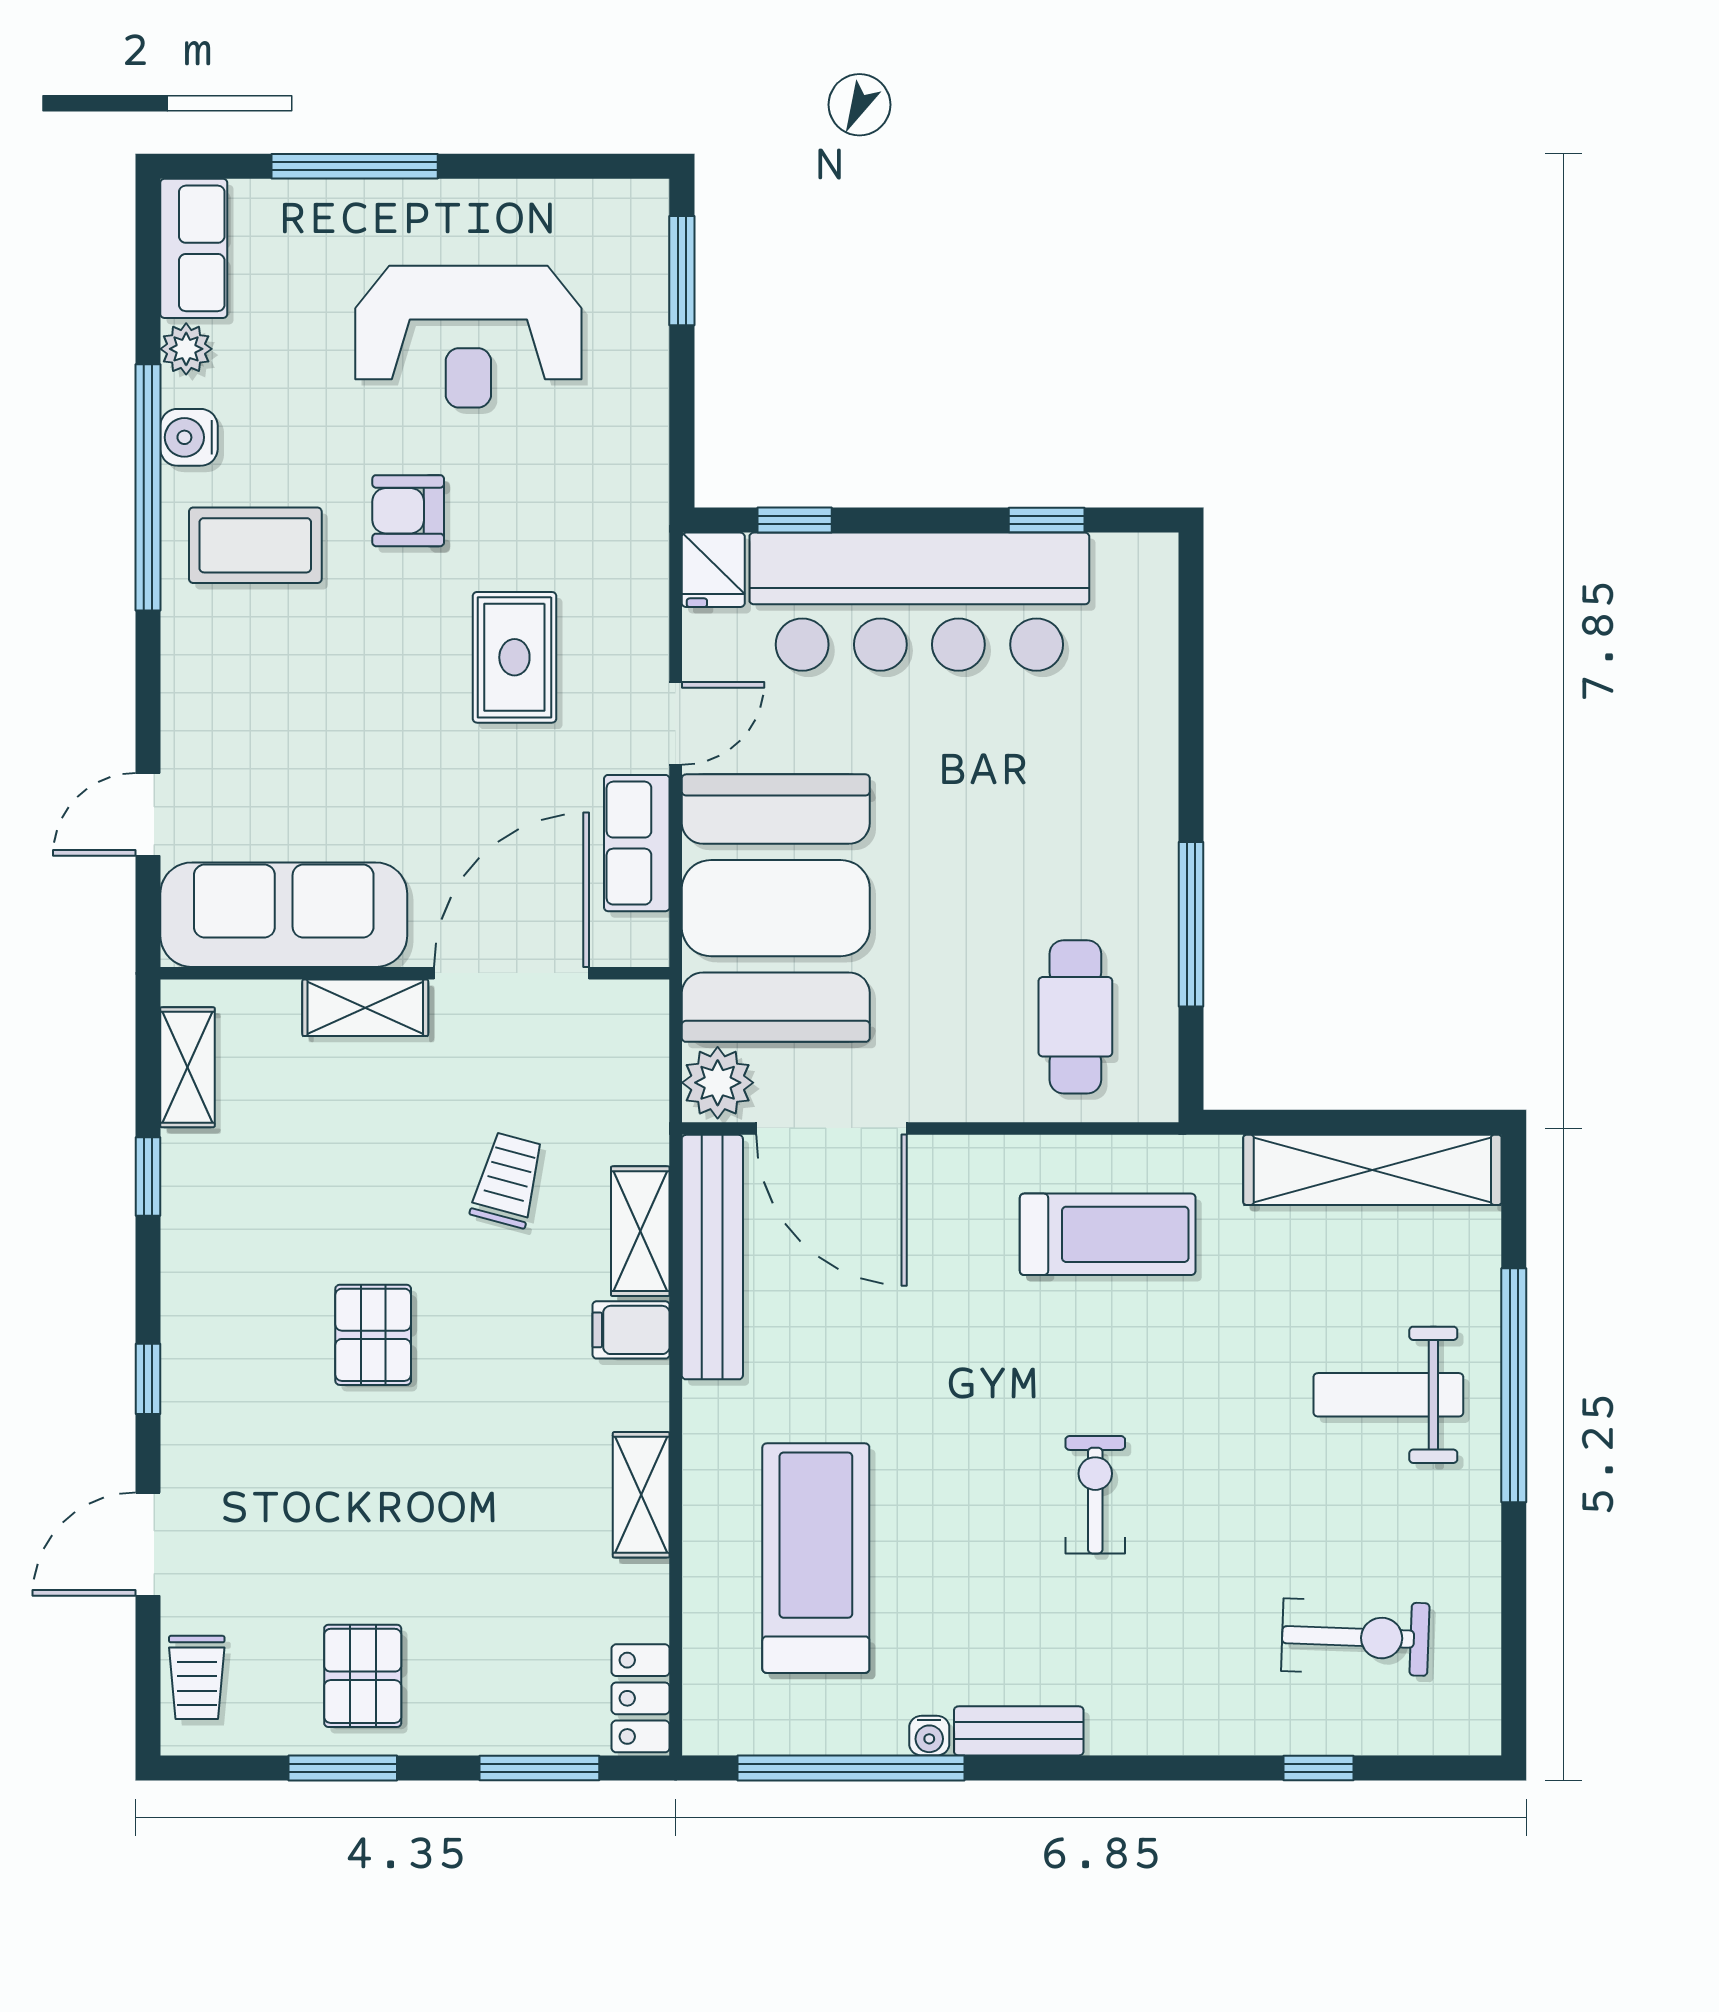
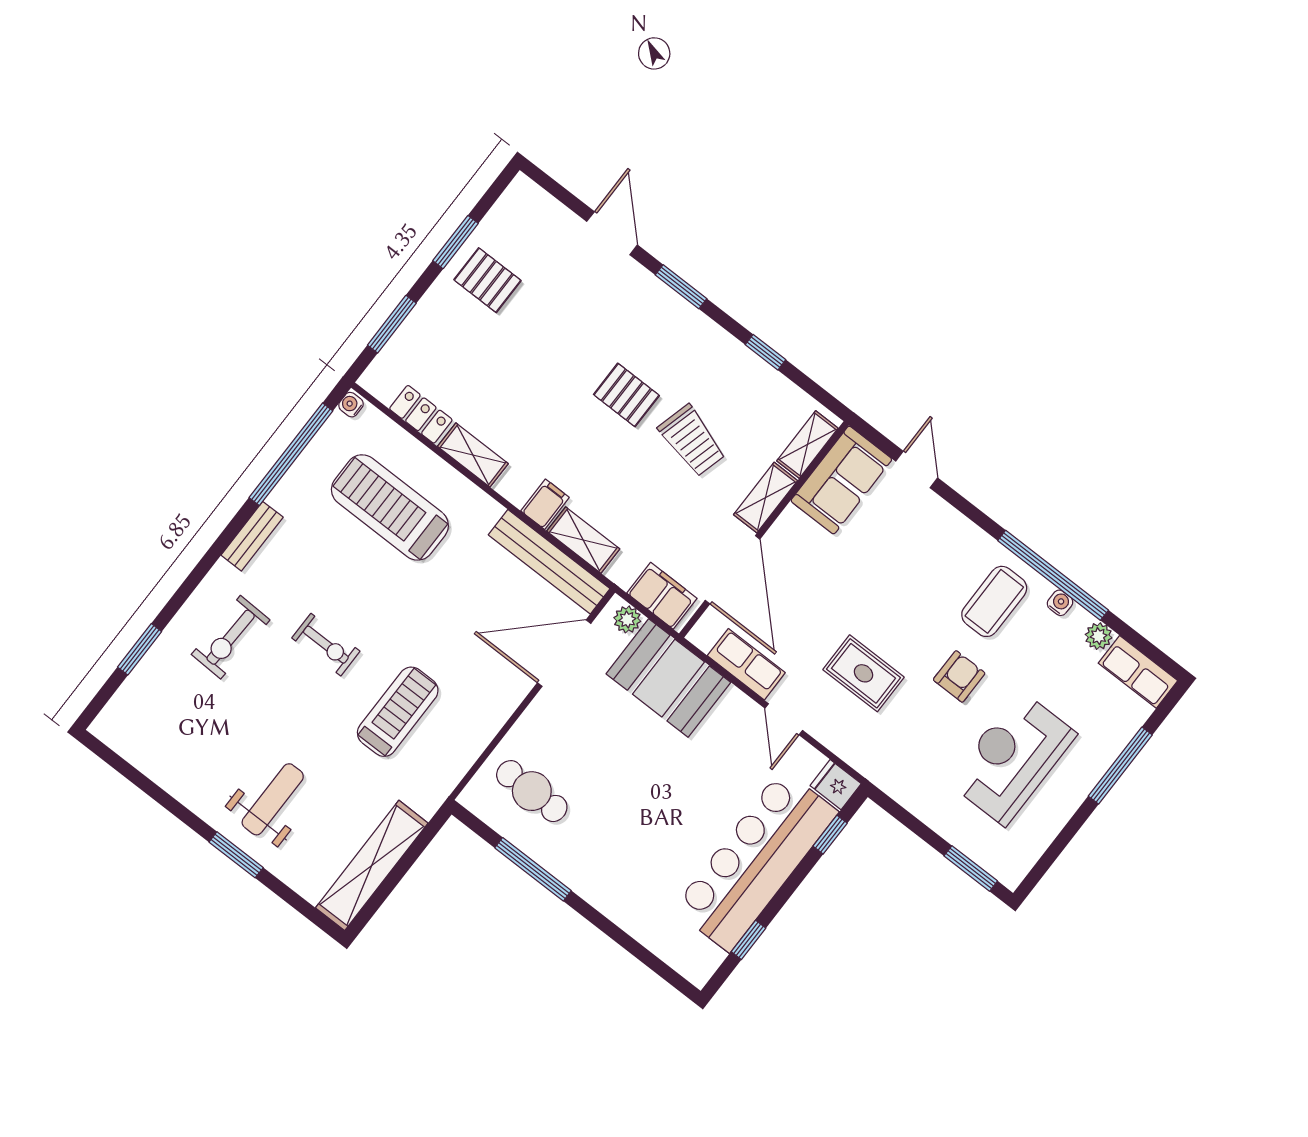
water cooler: (189, 437) -> (1060, 603), width x0.72, depth x0.72
booth: (776, 908) -> (668, 678), width x0.73, depth x0.70
sofa: (284, 915) -> (841, 480), width x0.73
filing cabinet: (632, 1049) -> (662, 596), added
shelving: (187, 1067) -> (807, 445), moved, turned 90
plant: (718, 1083) -> (627, 619), width x0.73, depth x0.73
trolley: (508, 1180) -> (692, 441), moved, width x1.36, depth x1.39
treadmill: (1108, 1234) -> (398, 712), moved, turned 180
window: (148, 1379) -> (681, 287), width x1.50
window: (1514, 1385) -> (236, 855), width x0.47
treadmill: (816, 1558) -> (390, 507), turned 180
exercise bike: (1355, 1637) -> (231, 637), moved
trolley: (197, 1677) -> (541, 210), removed
locker: (641, 1698) -> (421, 414), moved
water cooler: (929, 1736) -> (351, 405), moved
window: (1318, 1768) -> (140, 649), width x1.50

